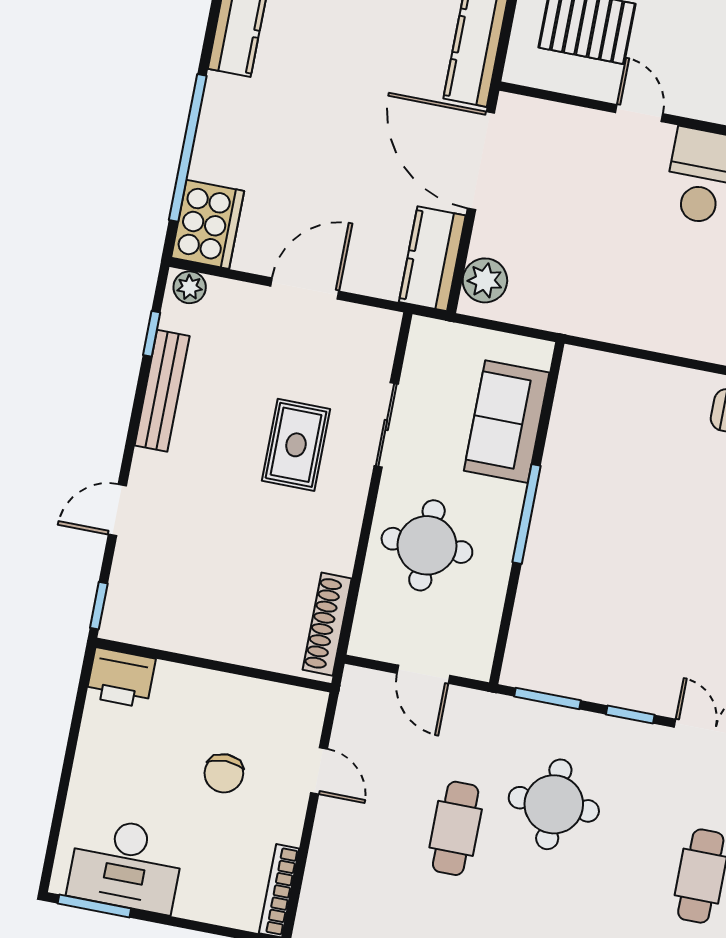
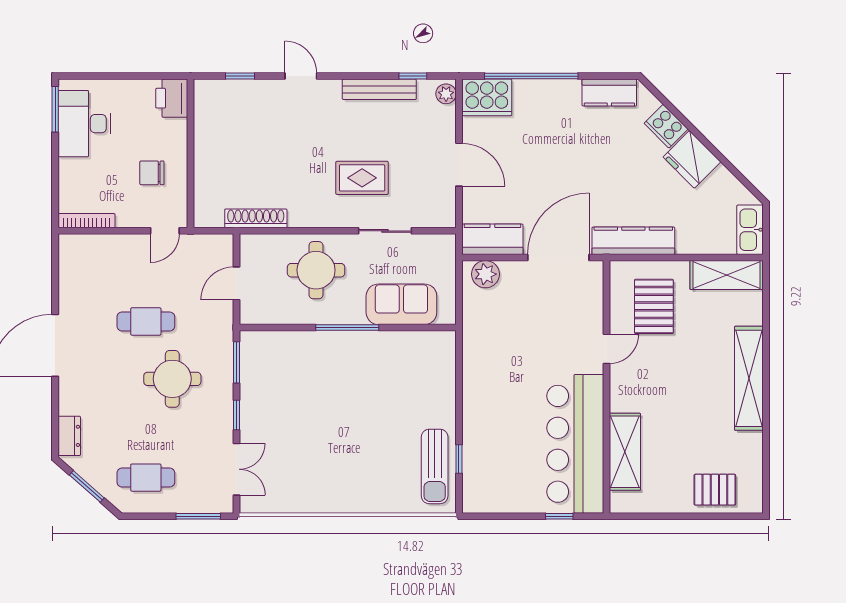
wall: (213, 665) -> (191, 153), moved
printer: (121, 678) -> (172, 98), moved

